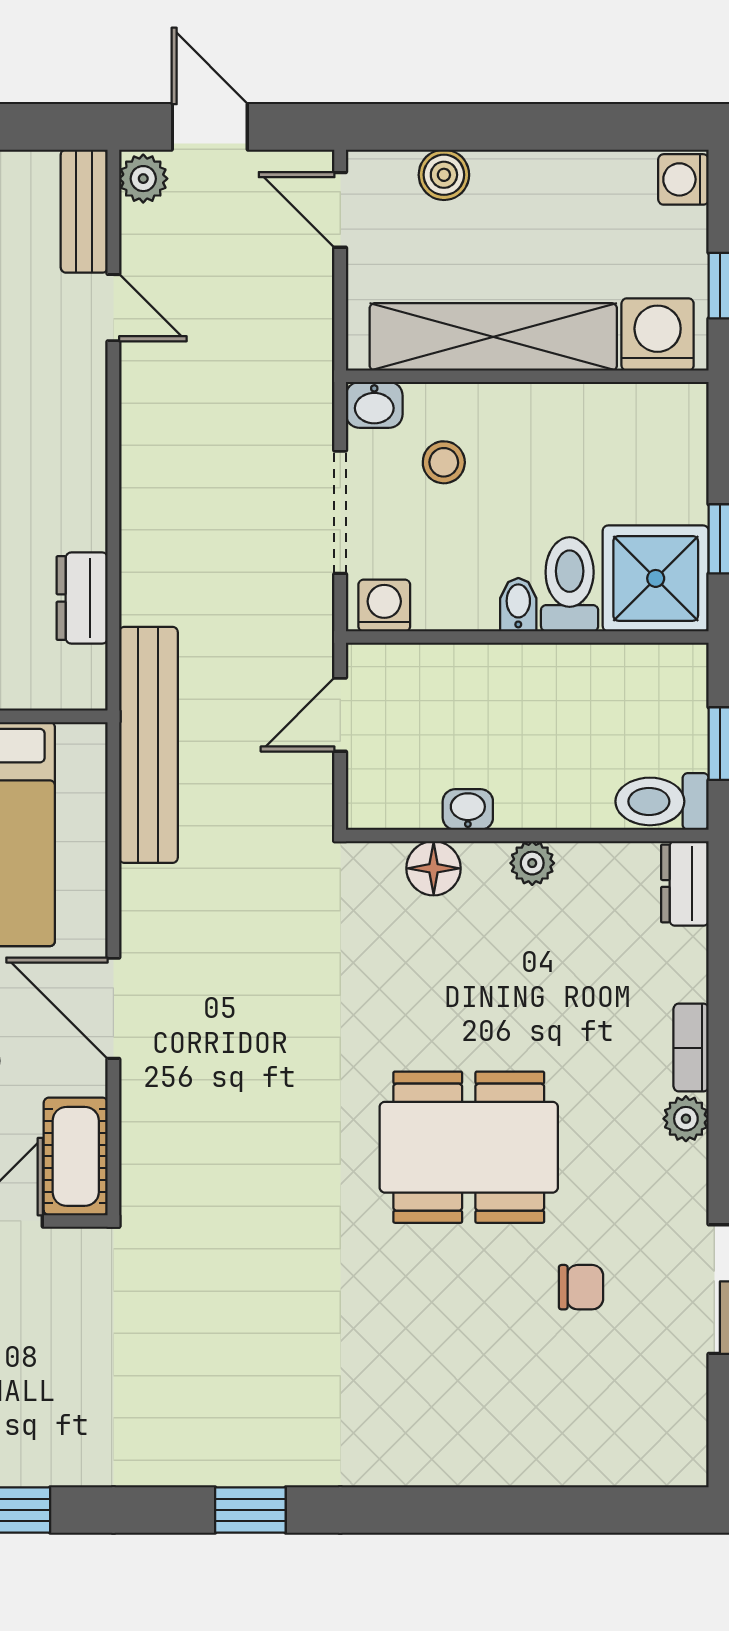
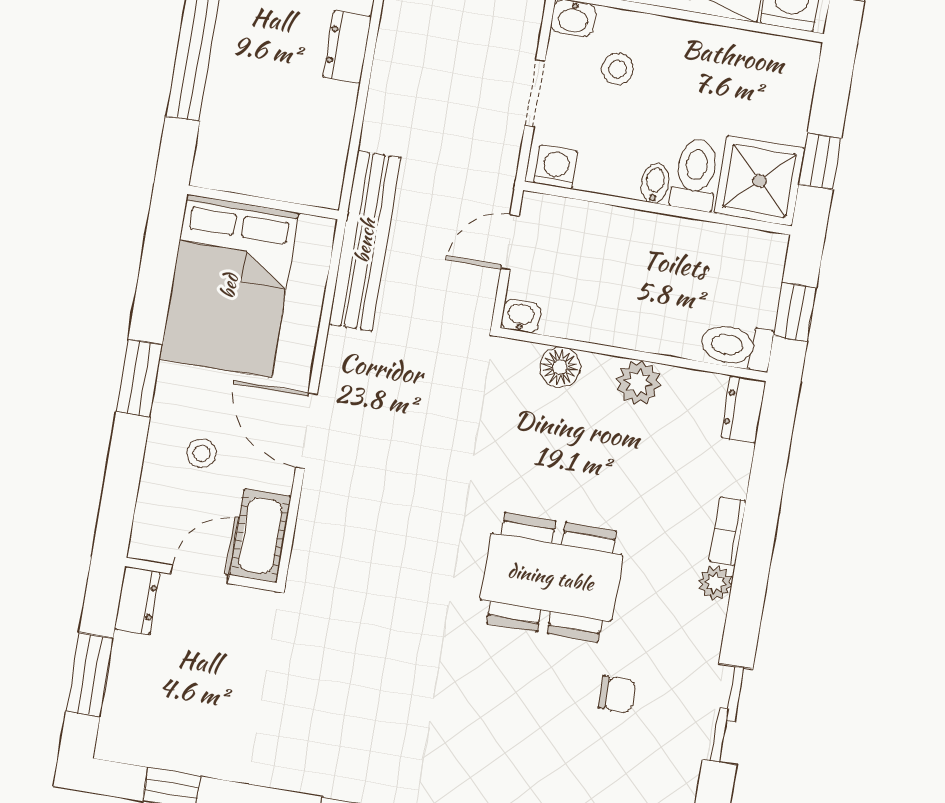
doorway: (340, 512) -> (535, 93), width x0.73
dresser: (82, 598) -> (347, 47), moved
washbasin: (468, 809) -> (521, 316), moved
plant: (532, 863) -> (638, 383), width x1.38, depth x1.38

